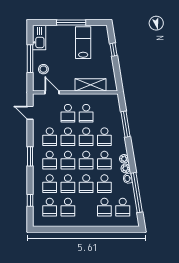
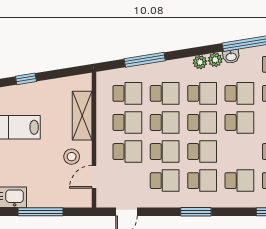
stool: (43, 69) -> (72, 157), moved
school desk: (68, 184) -> (127, 93), moved

